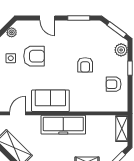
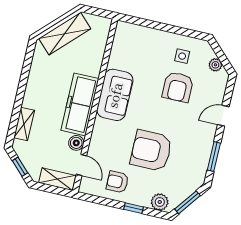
armchair: (85, 65) -> (151, 151), width x1.88, depth x1.88
armchair: (114, 84) -> (117, 182), turned -90
door: (18, 113) -> (81, 165), moved
boiler: (92, 121) -> (76, 143), added

